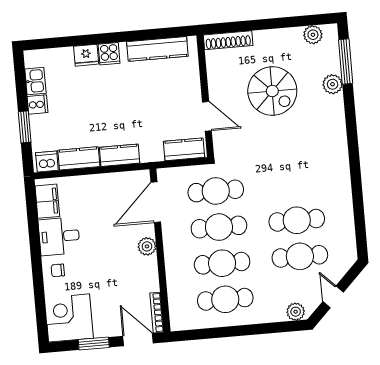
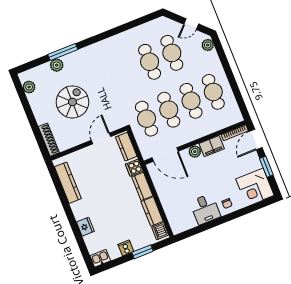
cooker: (109, 54) -> (134, 168), moved, turned 180
window: (346, 62) -> (63, 52), moved
kitchen sink: (35, 81) -> (100, 258), moved
filing cabinet: (47, 201) -> (212, 146), moved, turned 180

